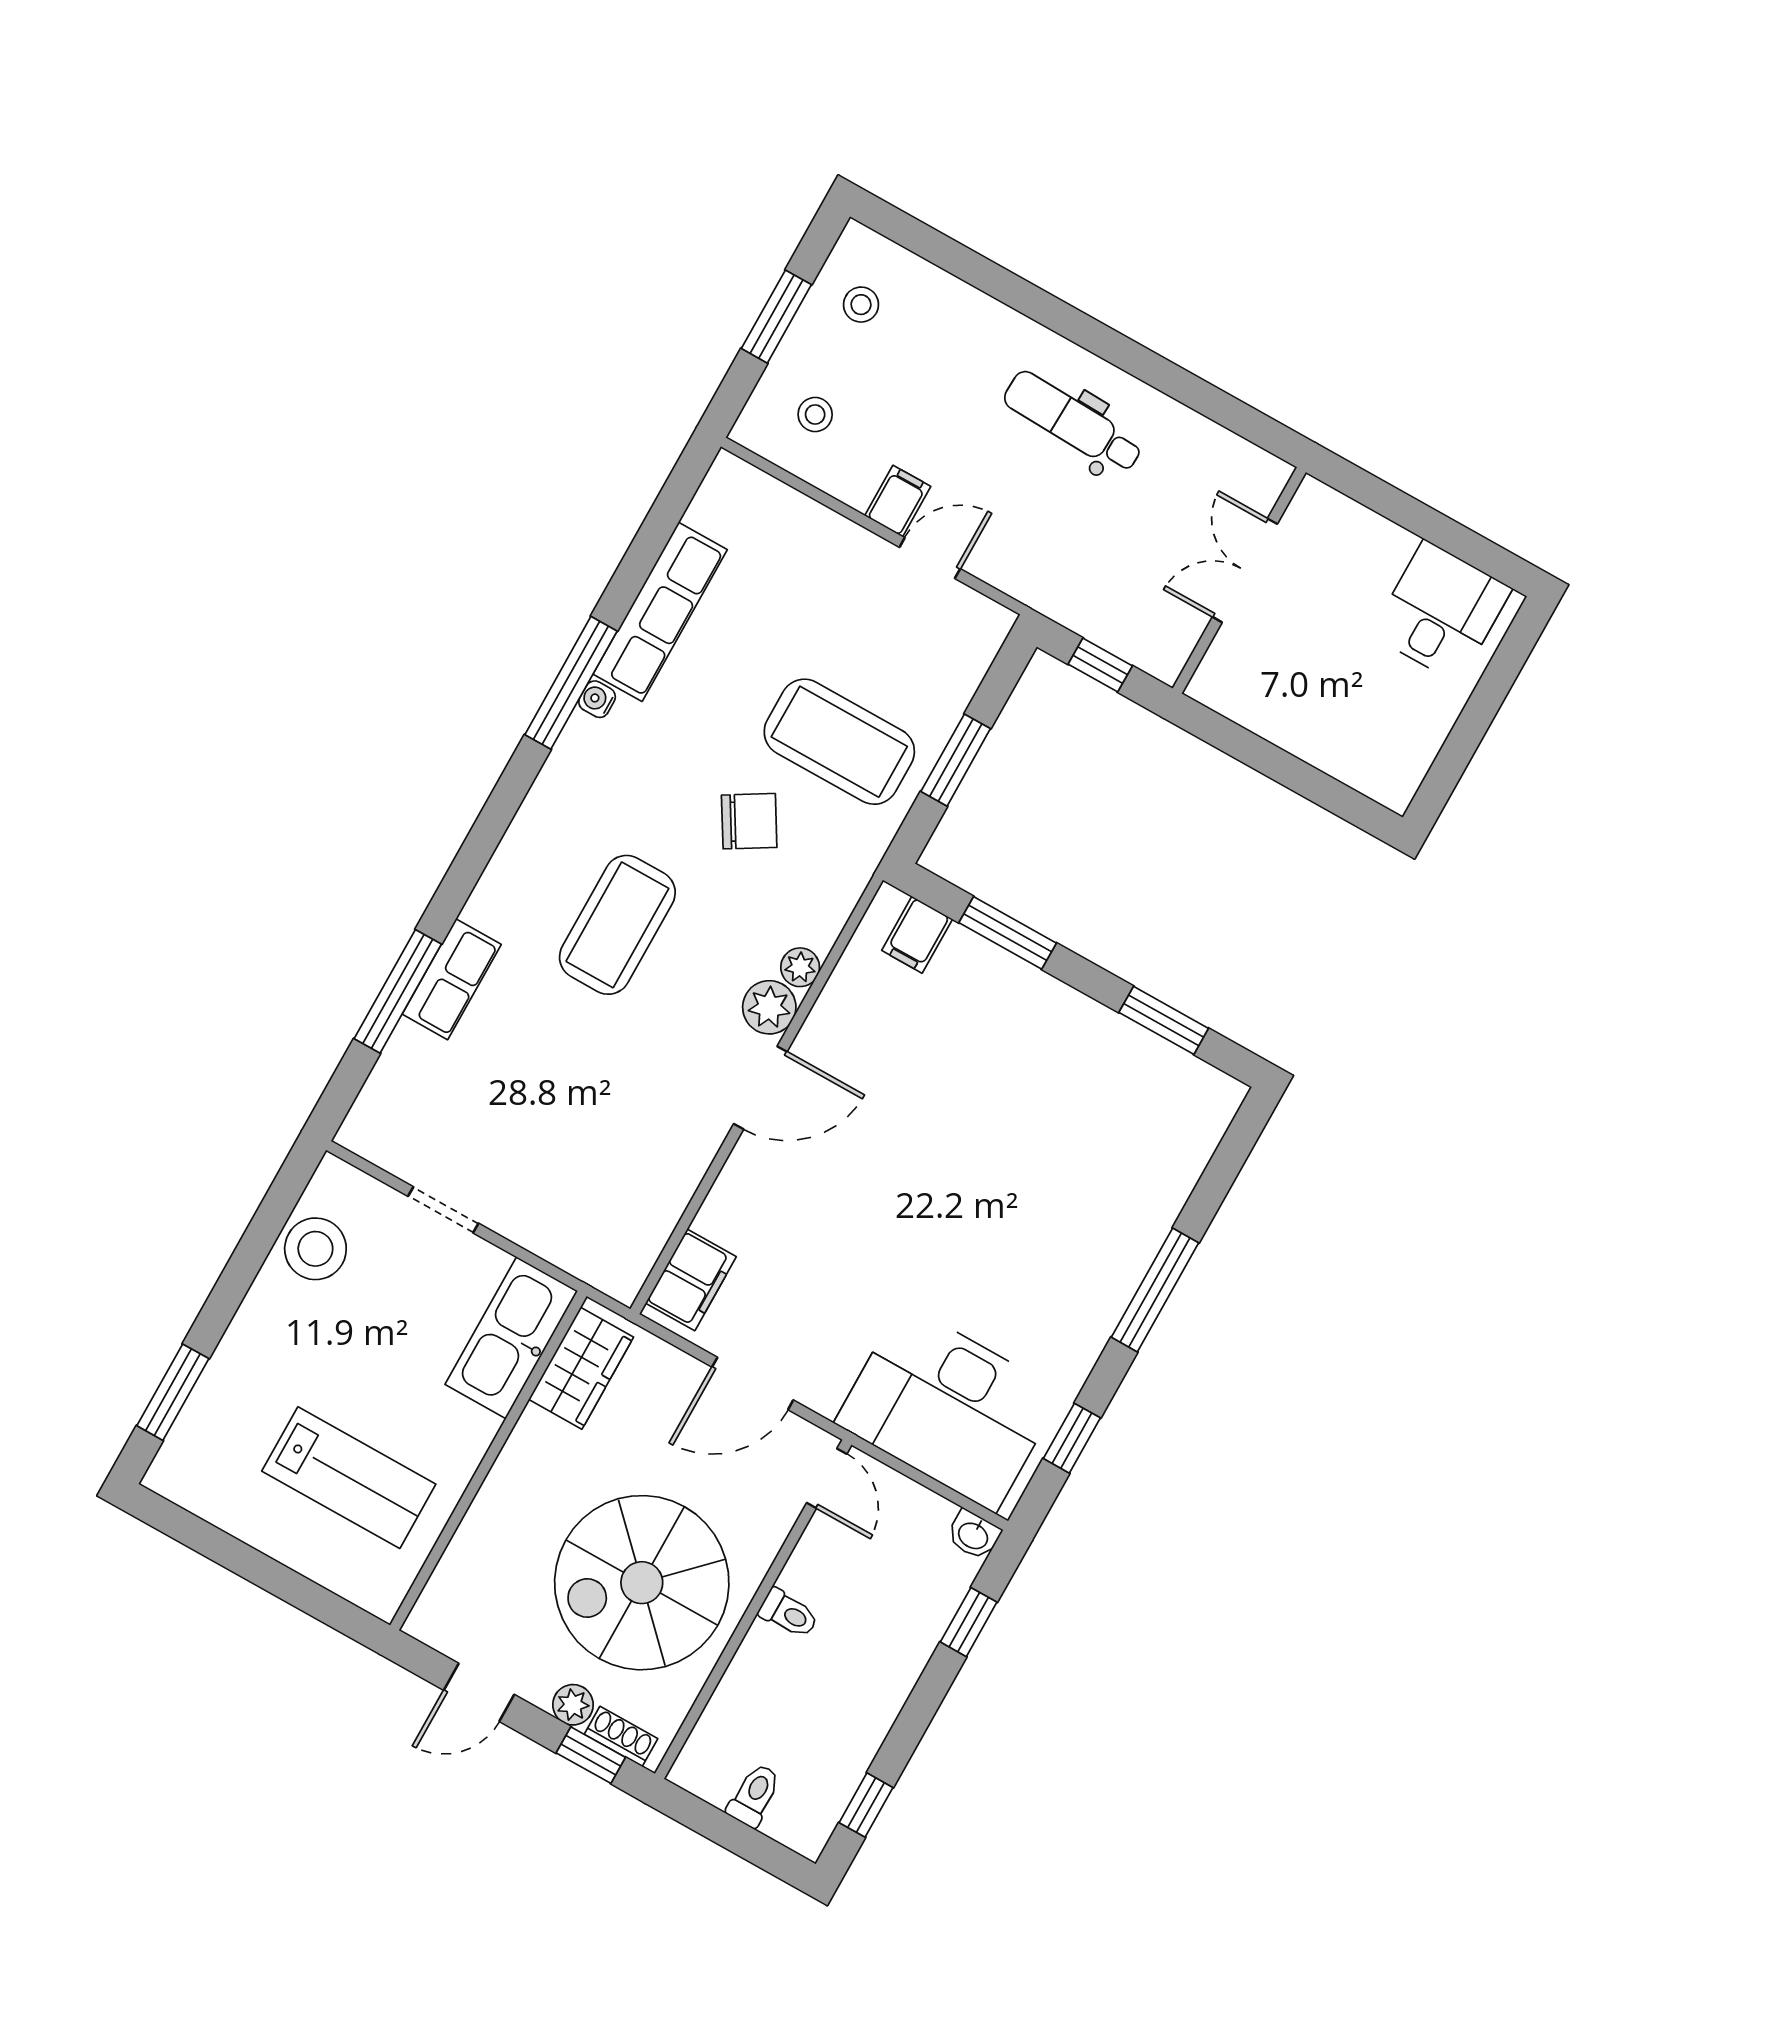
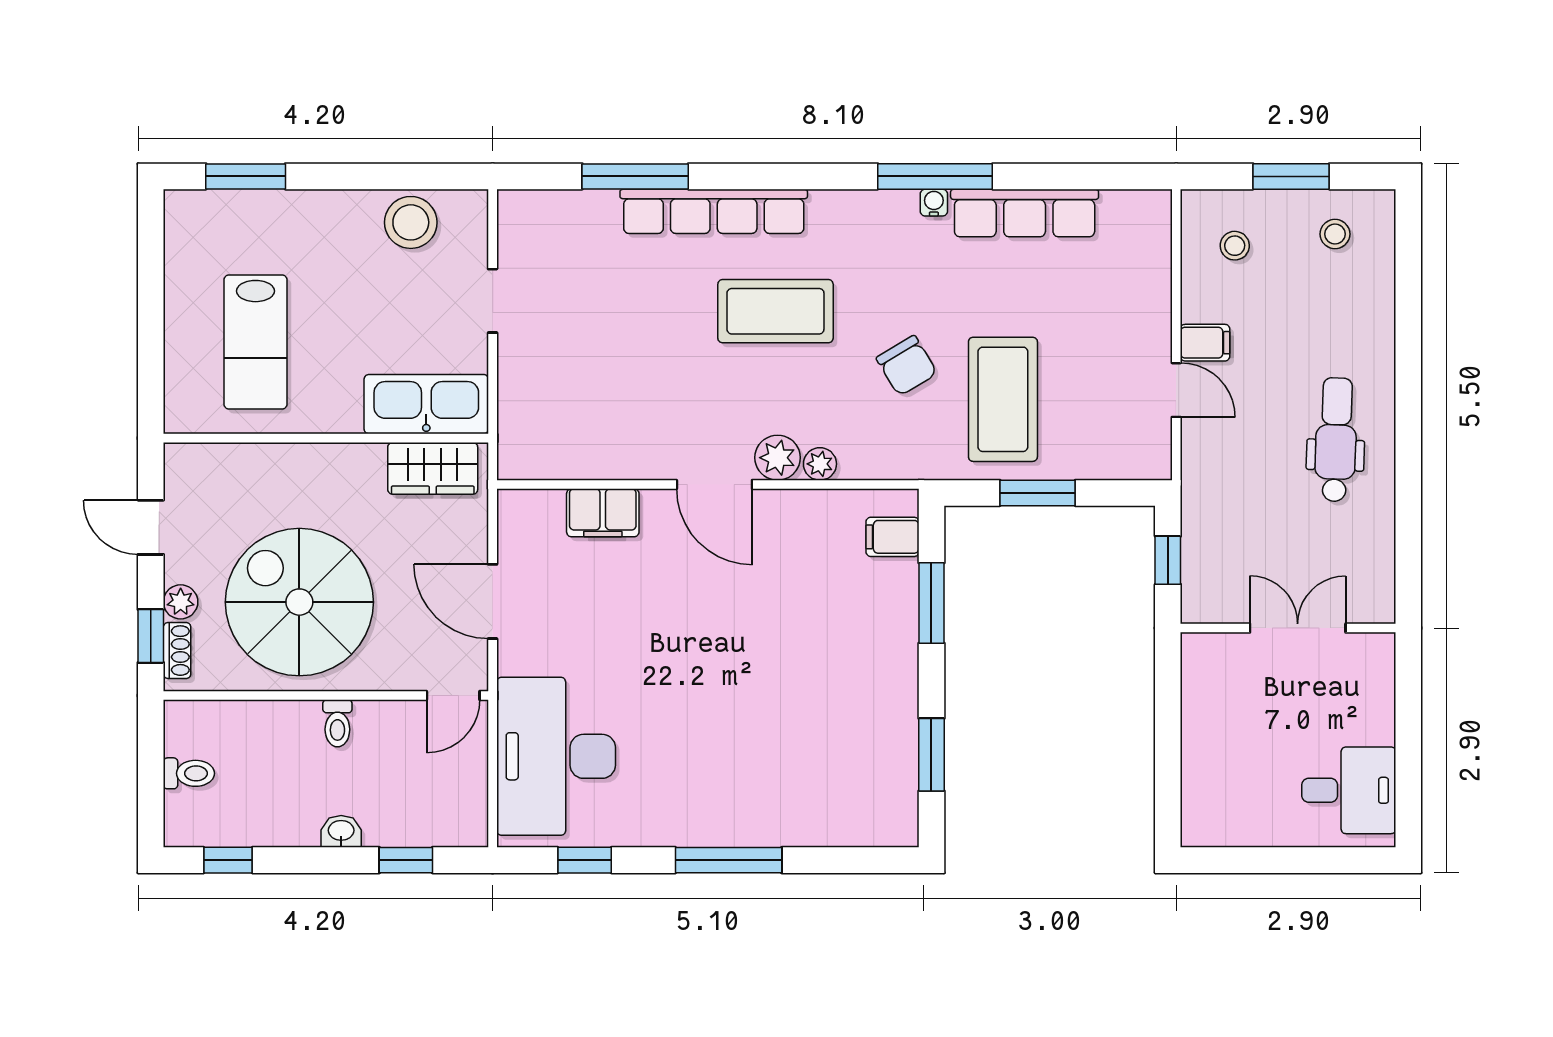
row of seats: (452, 979) -> (714, 211), width x2.02
filing cabinet: (691, 1280) -> (603, 513), moved
washbasin: (974, 1535) -> (341, 831), moved, turned 90

